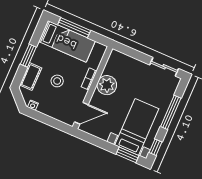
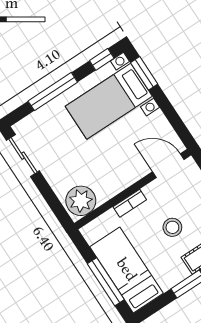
plant: (107, 85) -> (81, 201), moved

